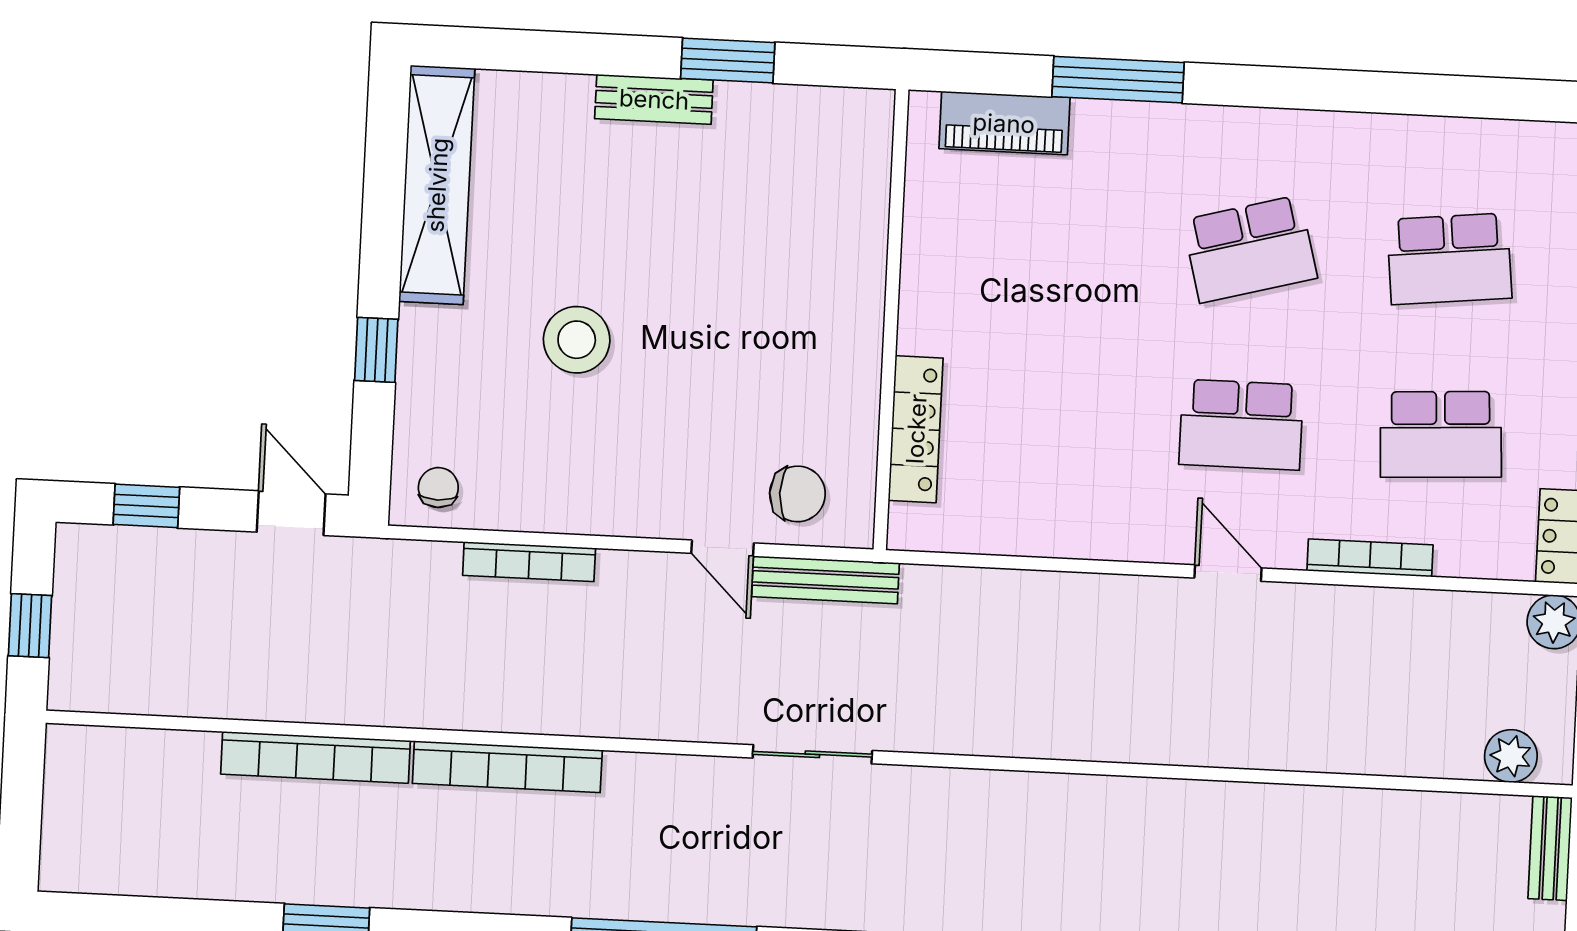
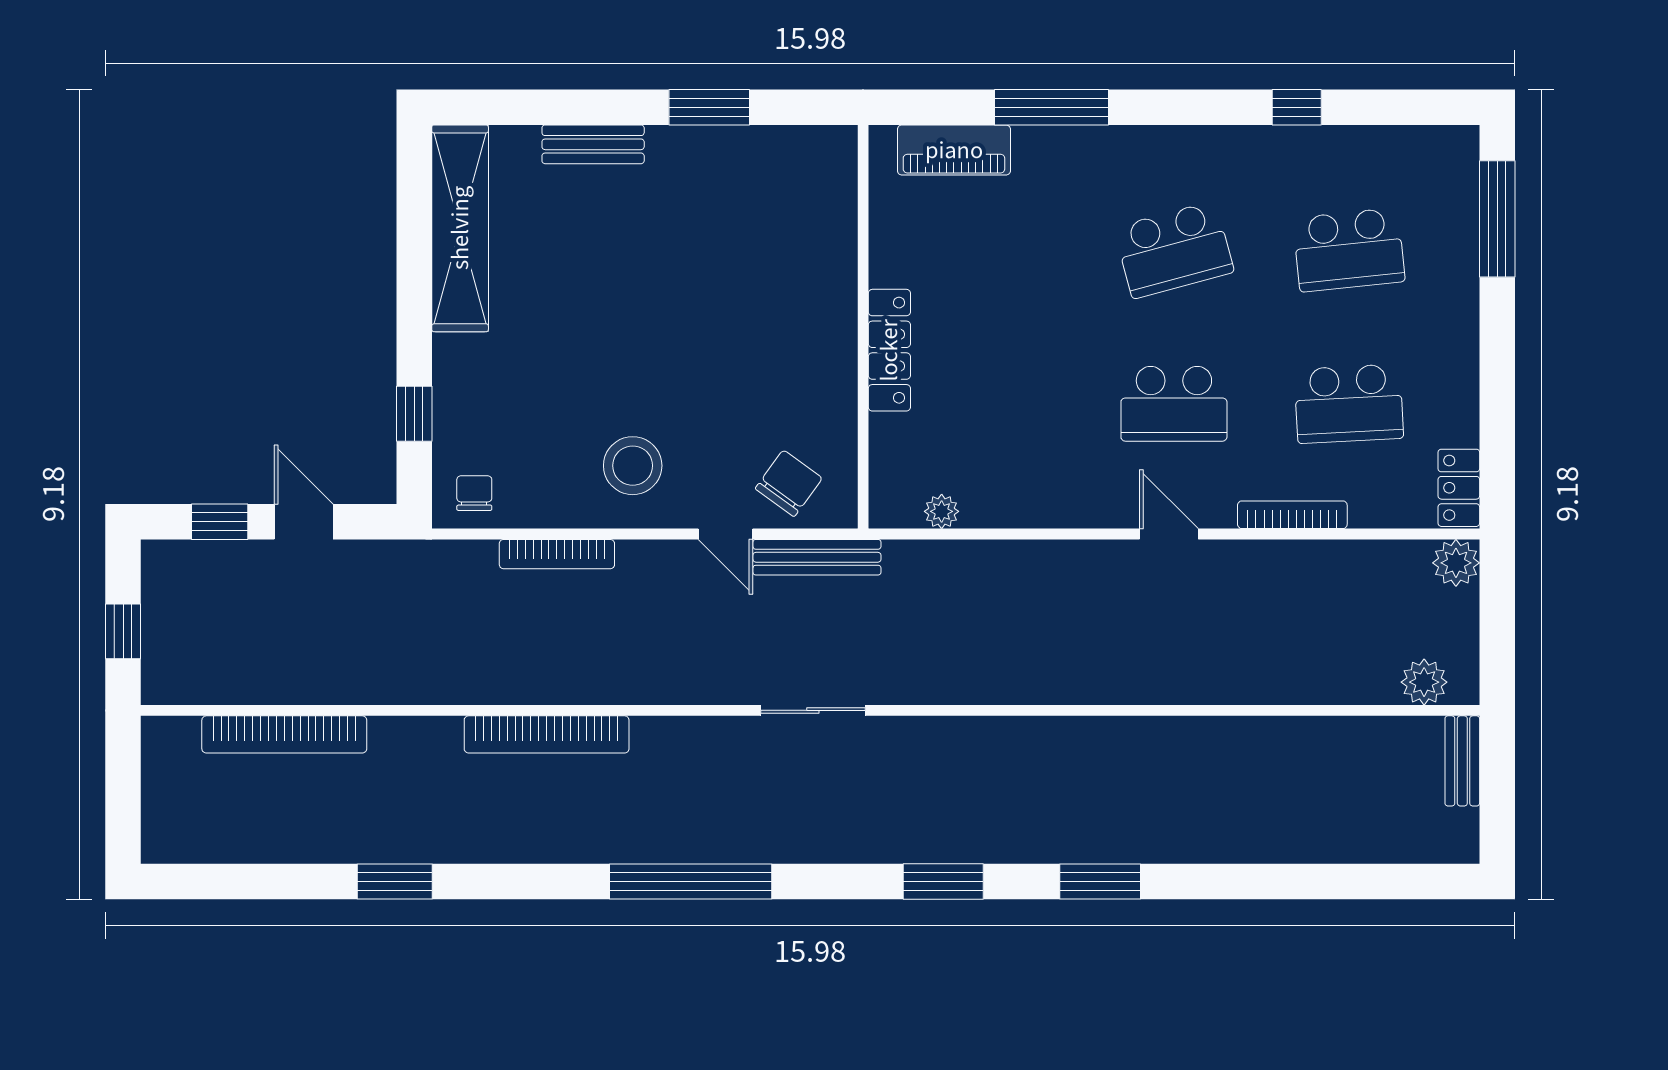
window: (1398, 93) -> (1297, 107), added
bench: (654, 99) -> (593, 144), moved
stool: (577, 340) -> (633, 466), moved
window: (376, 350) -> (414, 414), moved
locker: (916, 429) -> (889, 350), moved
chair: (797, 494) -> (789, 483), turned -54
door: (291, 513) -> (304, 522), moved
plant: (970, 535) -> (942, 511), added
bookcase: (315, 757) -> (284, 734), moved

